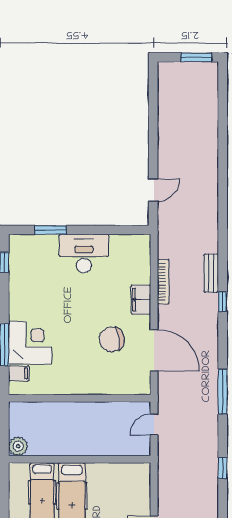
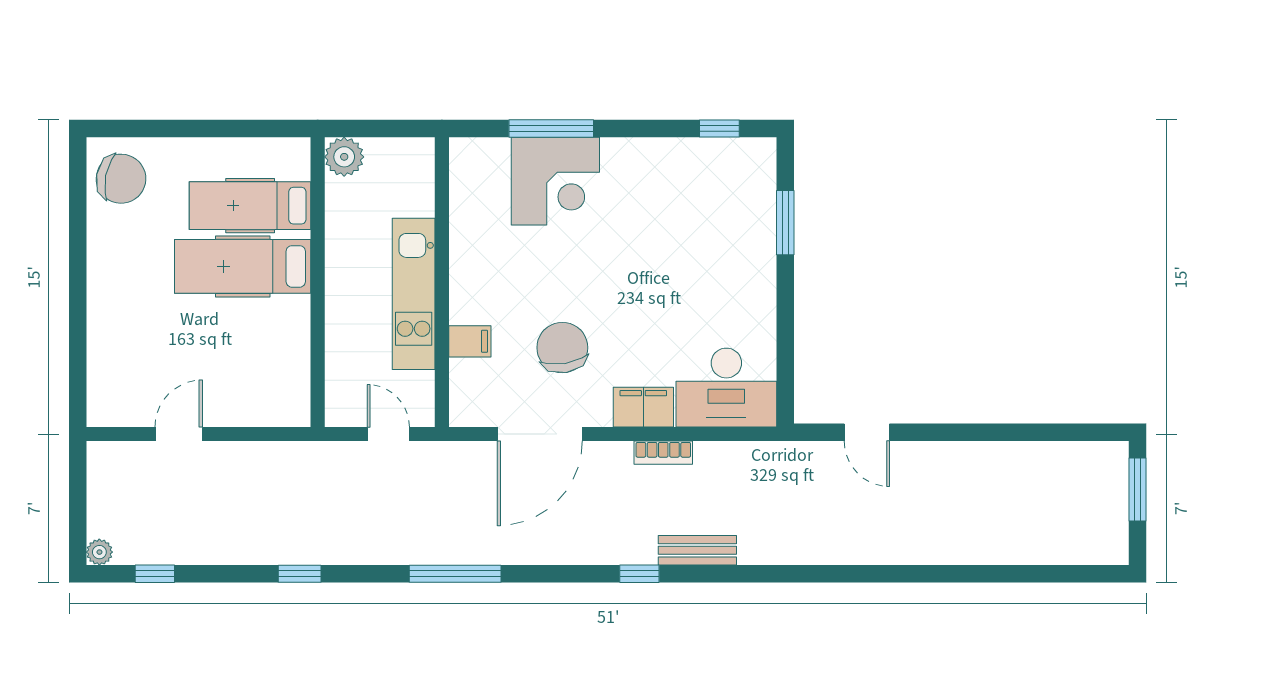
window: (196, 57) -> (1137, 490), moved
desk: (84, 254) -> (726, 388), moved, turned 90
bookcase: (163, 282) -> (663, 453), width x0.64
filing cabinet: (19, 373) -> (470, 341), moved, turned -90
kitchen unit: (85, 412) -> (414, 294), added

